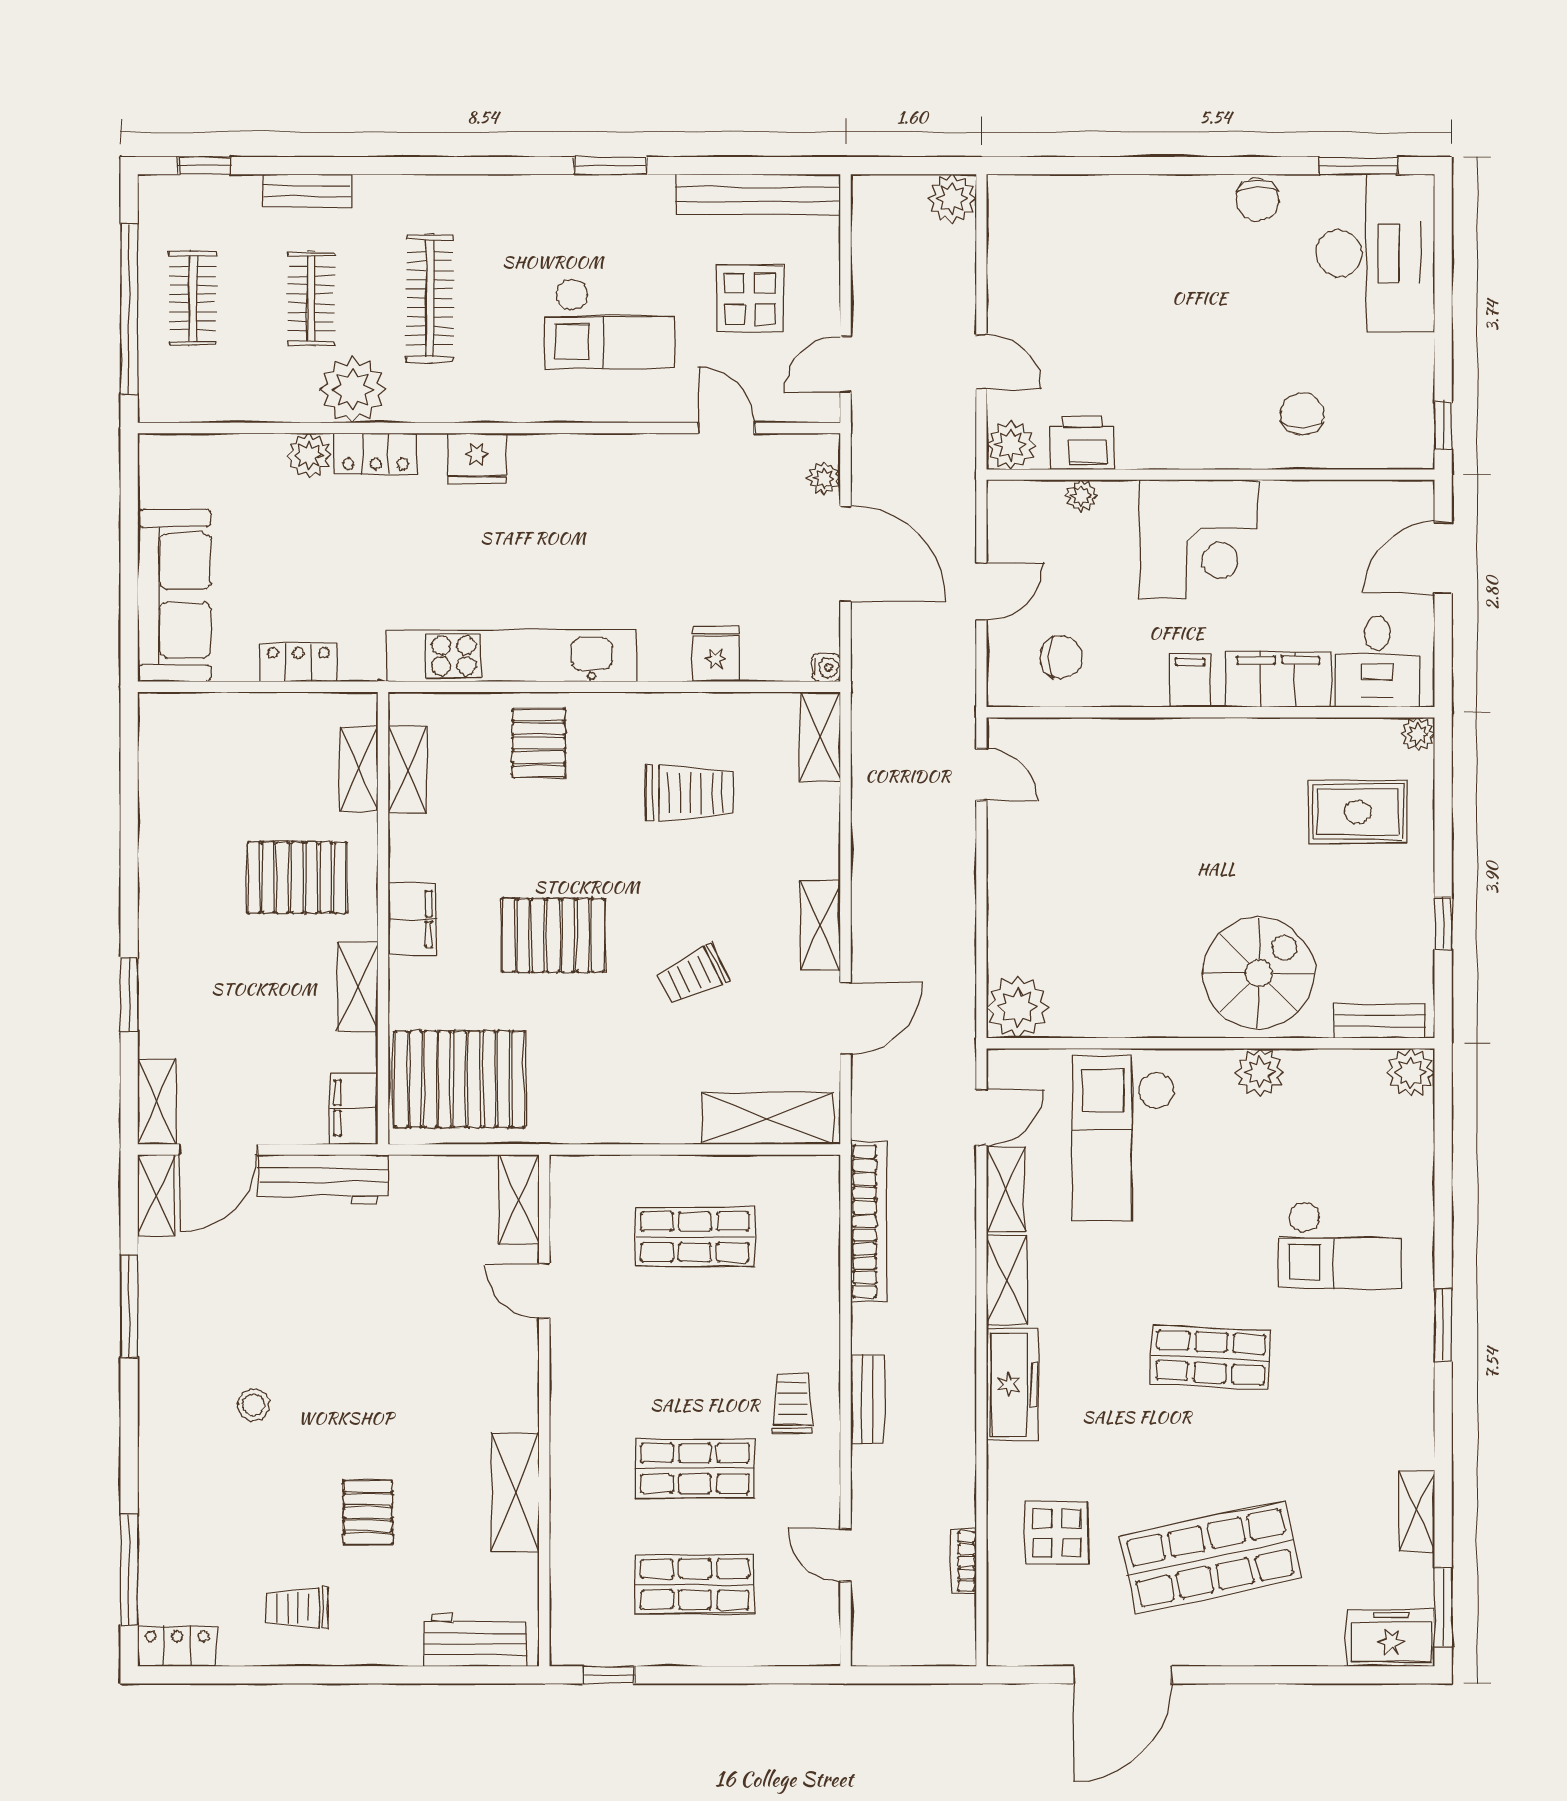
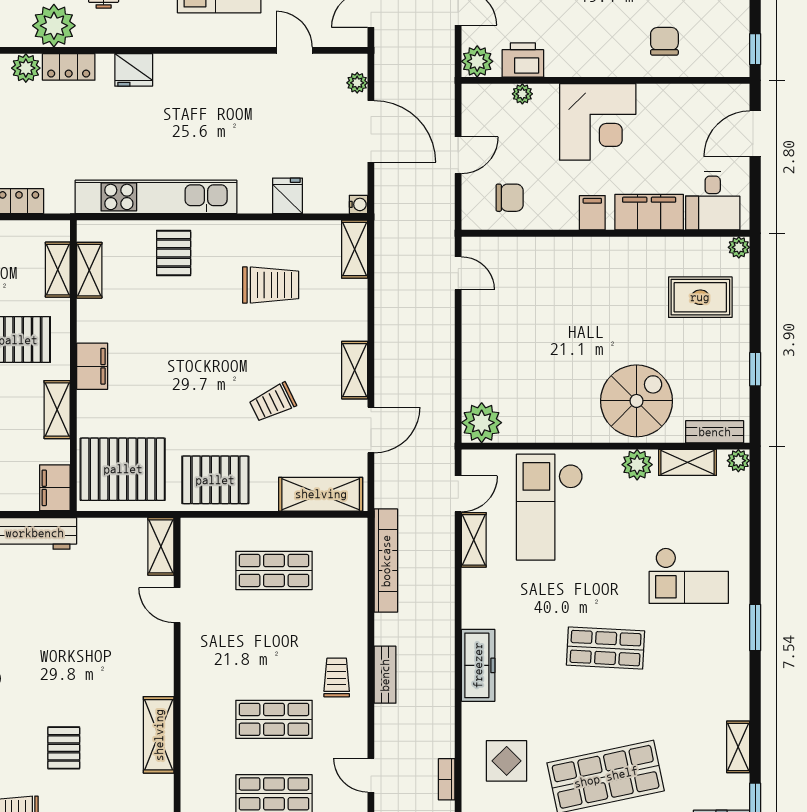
pallet: (553, 935) -> (215, 480), moved
plant: (1410, 1073) -> (738, 461), width x0.73, depth x0.73
shelving: (1007, 1280) -> (687, 462), moved, turned 90

